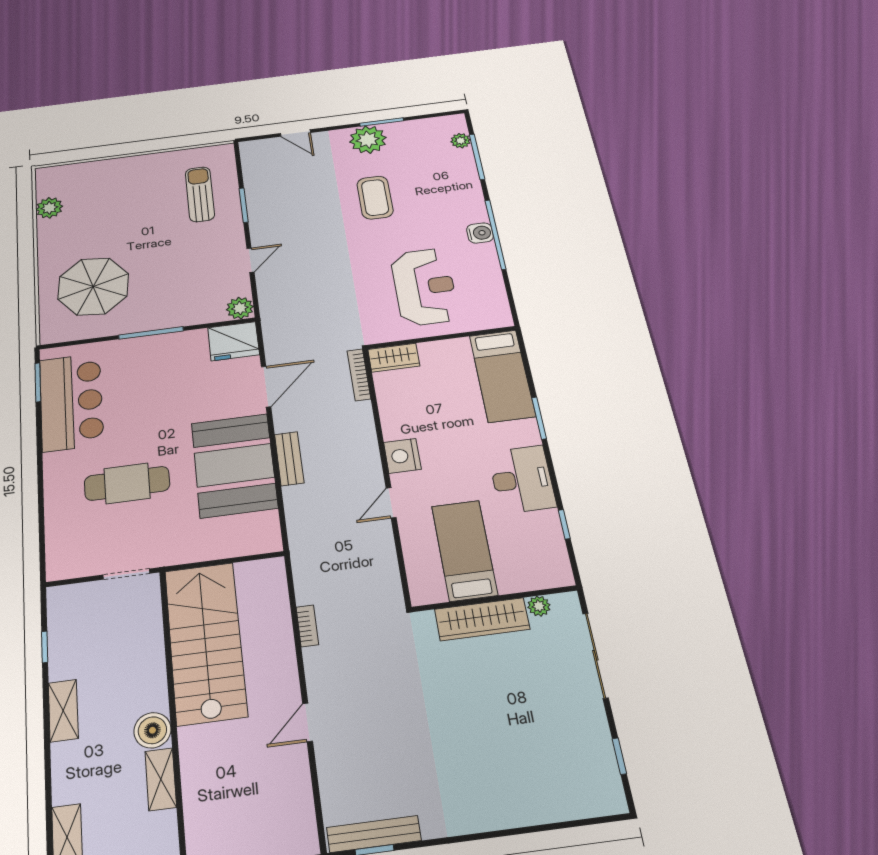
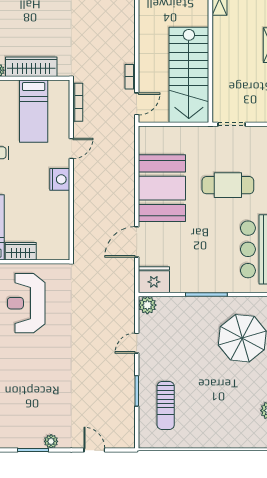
plant: (368, 140) -> (51, 441), width x0.53, depth x0.53
coffee table: (375, 198) -> (47, 383), removed
wardrobe: (394, 358) -> (21, 251), moved
bookcase: (359, 375) -> (78, 102), moved
bench: (289, 459) -> (128, 188), removed
door: (308, 722) -> (137, 104), moved
boiler: (152, 730) -> (222, 27), removed

